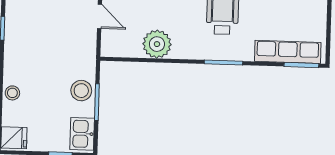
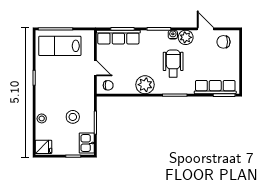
chair: (119, 44) -> (108, 85), added
plant: (157, 44) -> (145, 85), moved
stool: (81, 91) -> (73, 117), moved

